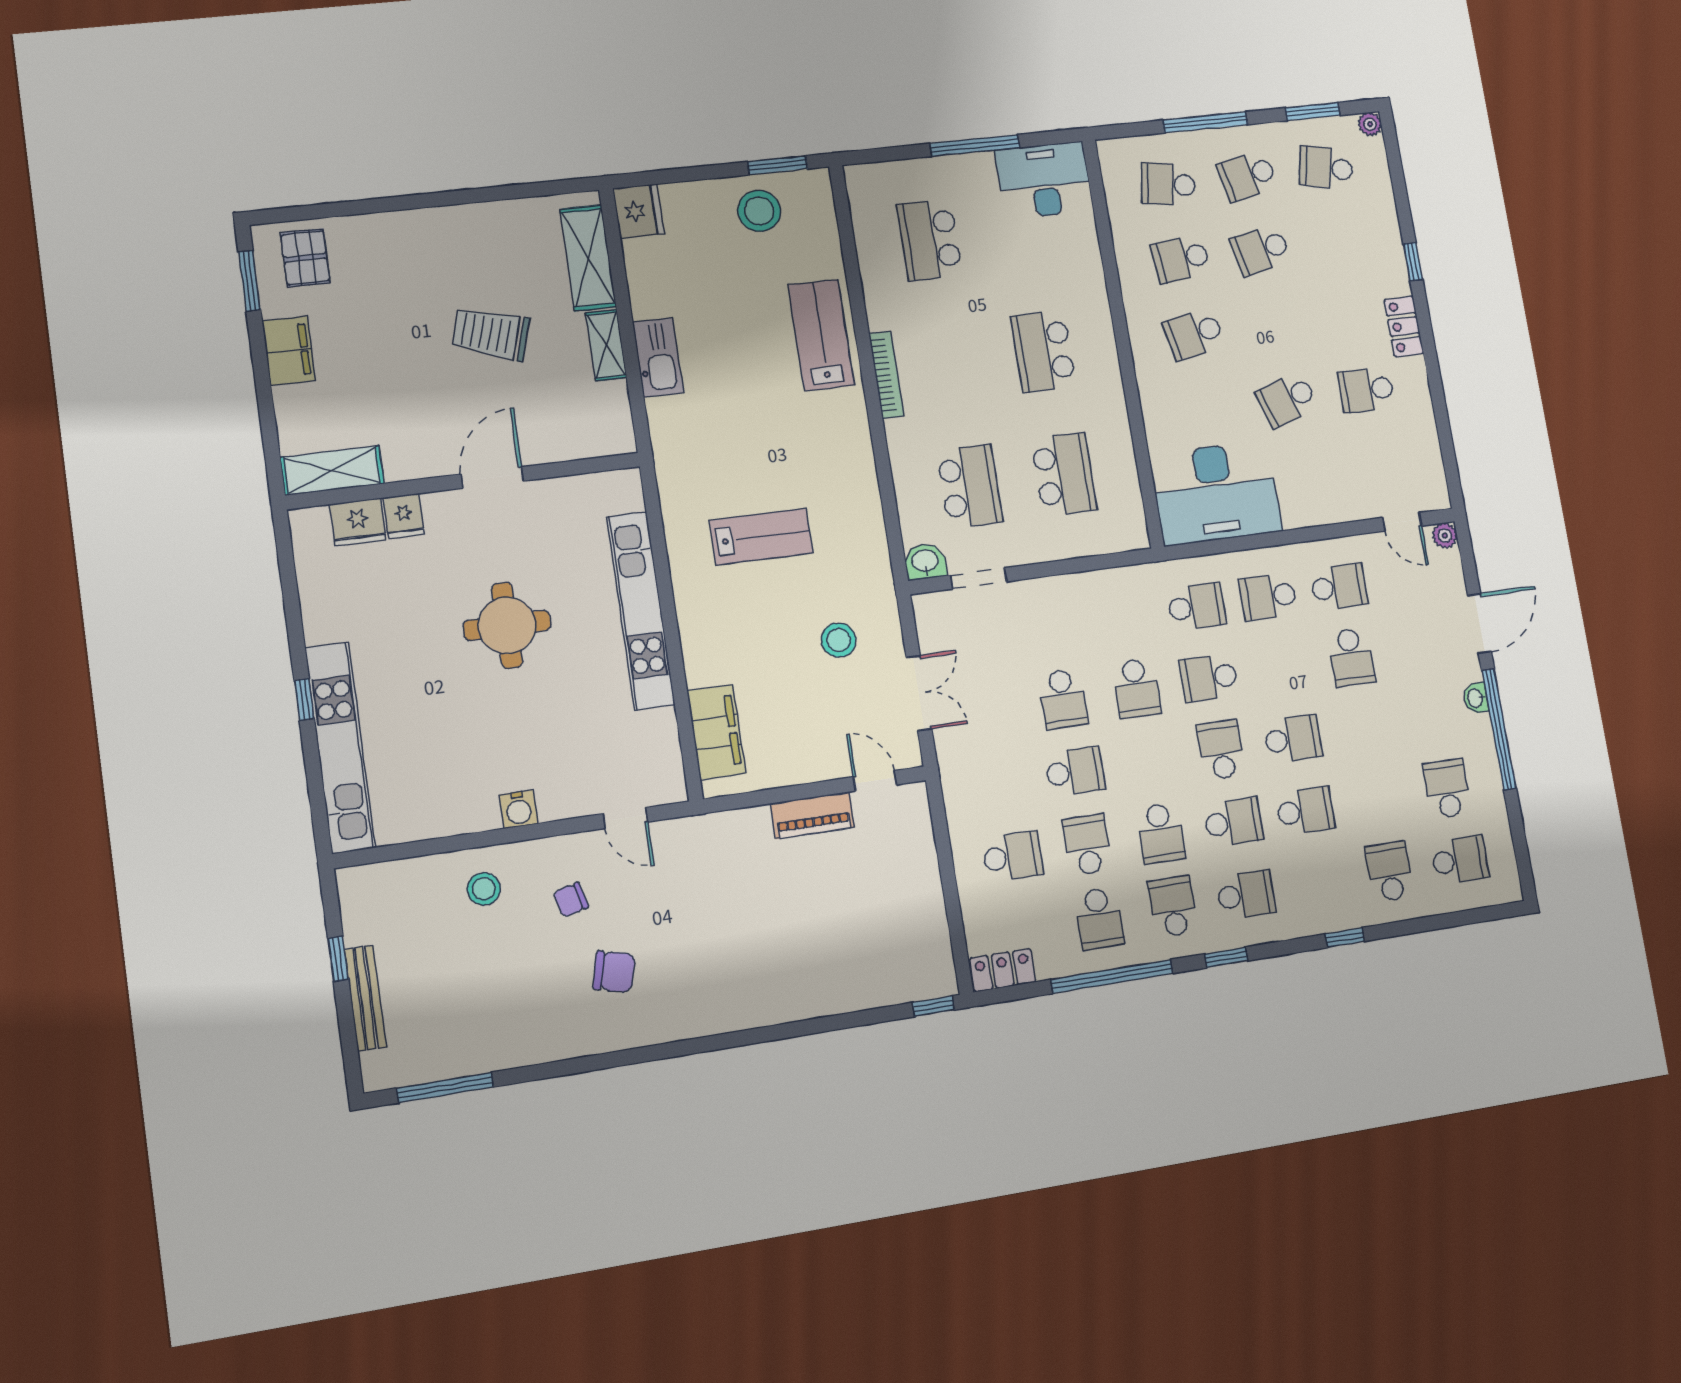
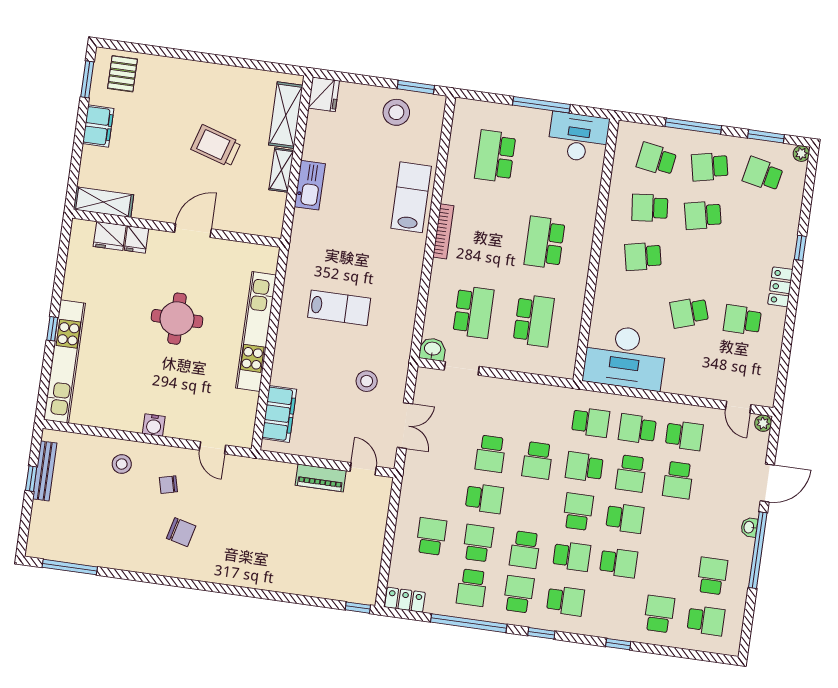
school desk: (1280, 668) -> (631, 474), added
school desk: (1013, 856) -> (431, 536), turned -90
bench: (365, 998) -> (45, 471), moved

